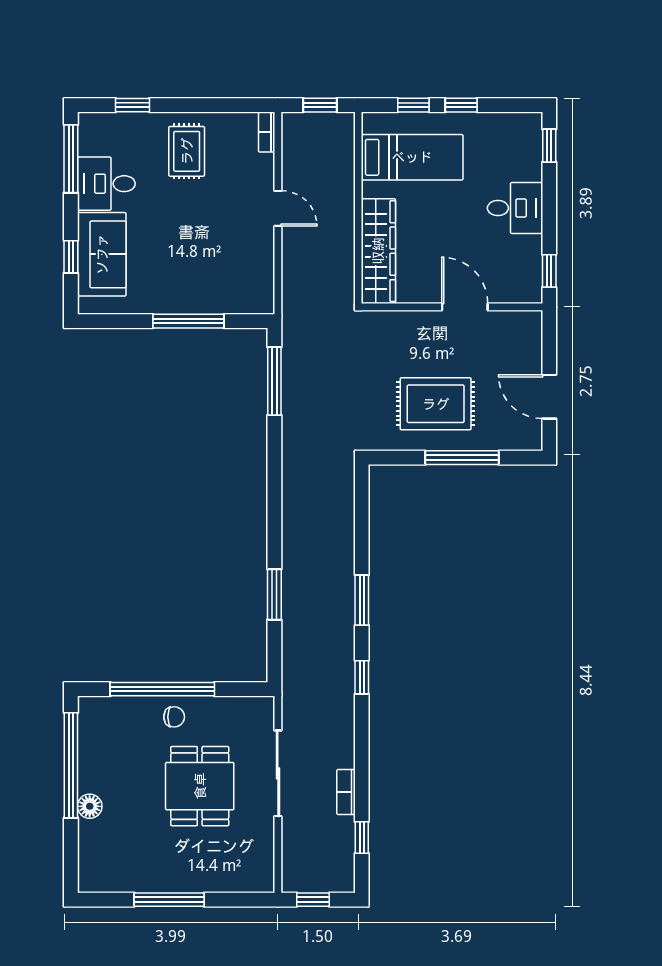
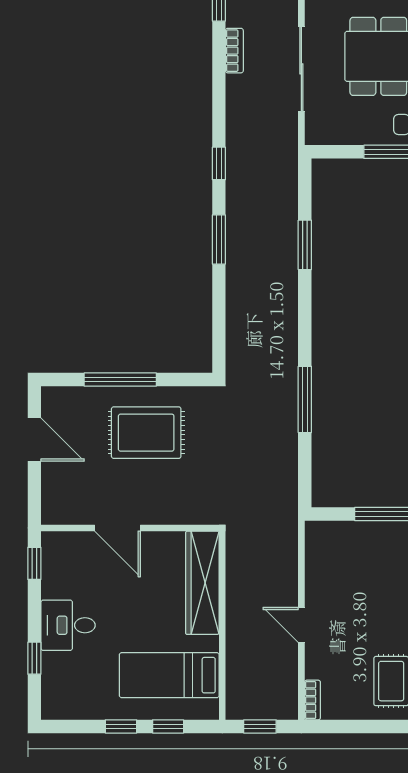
window: (549, 146) -> (34, 658), moved
window: (274, 381) -> (305, 399), moved

